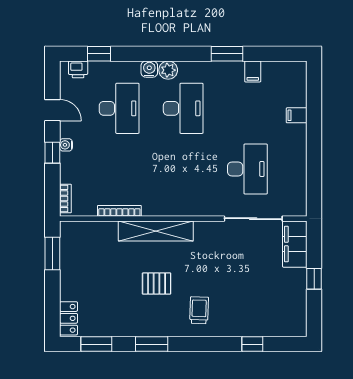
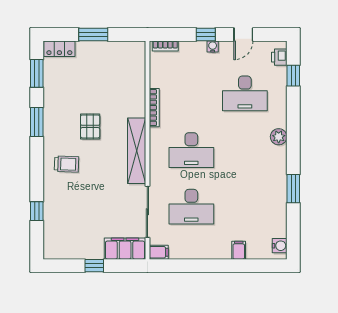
water cooler: (149, 69) -> (280, 246), moved
filing cabinet: (253, 71) -> (159, 252), moved, turned 180
desk: (183, 108) -> (191, 150), moved
bookcase: (119, 211) -> (154, 108), moved
shelving: (156, 231) -> (137, 151), moved
window: (52, 253) -> (93, 34), moved

